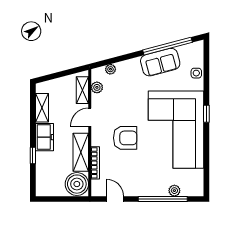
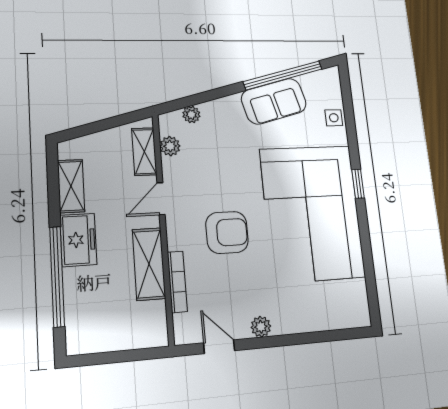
window: (33, 155) -> (57, 276), width x3.17
boiler: (77, 184) -> (146, 325), removed
plant: (174, 191) -> (261, 327), moved
window: (163, 199) -> (304, 338), removed

